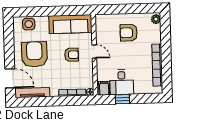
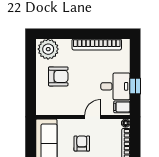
plant: (156, 19) -> (48, 49), width x1.88, depth x1.88
armchair: (129, 33) -> (58, 76), turned -90
door: (94, 52) -> (93, 117), moved

